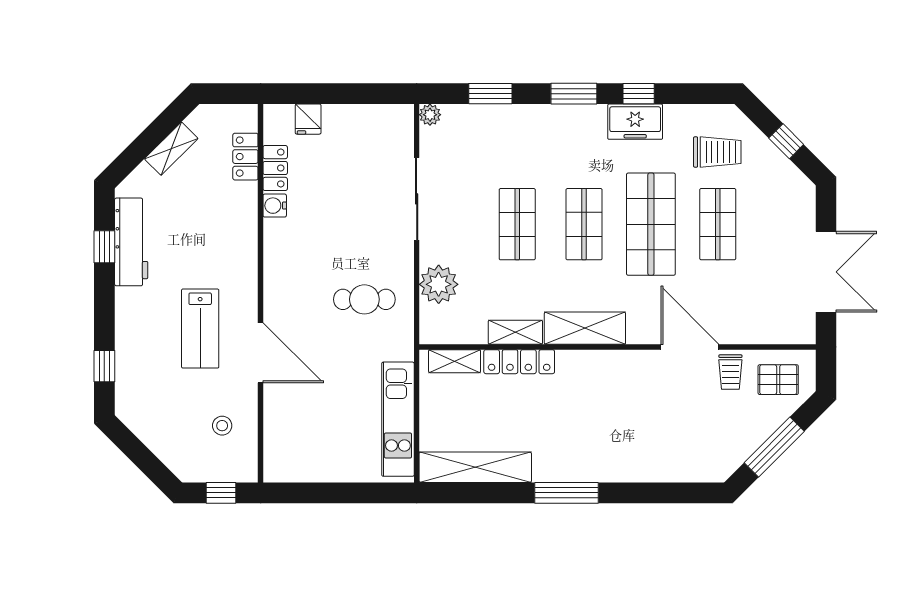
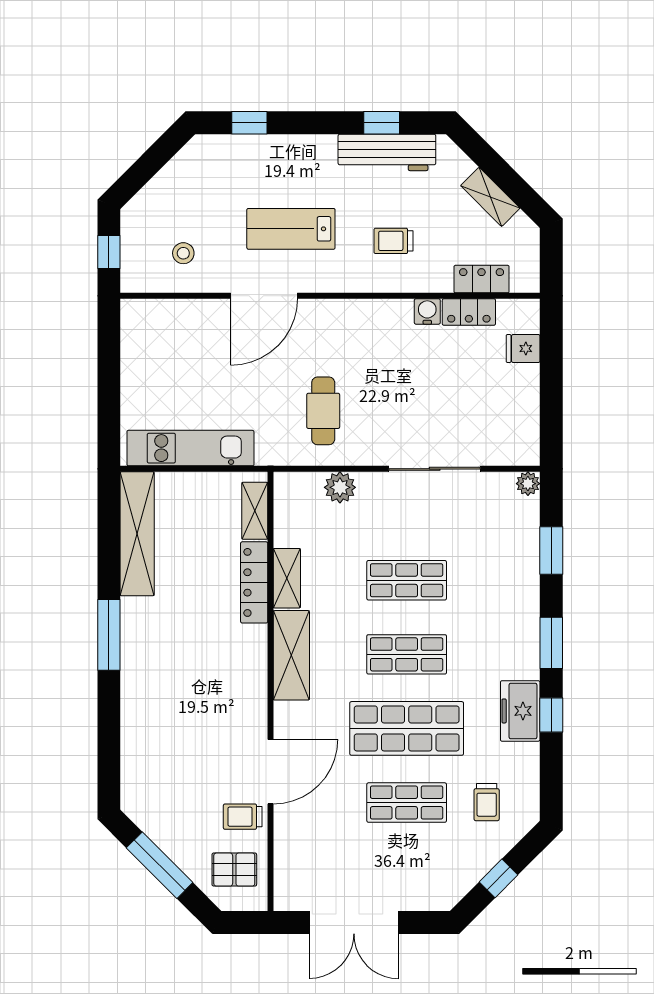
trolley: (717, 152) -> (487, 802), width x0.73, depth x0.72
trolley: (211, 236) -> (394, 241), added
plant: (439, 284) -> (340, 487), width x0.73, depth x0.73
pallet: (778, 380) -> (234, 870), turned 90

